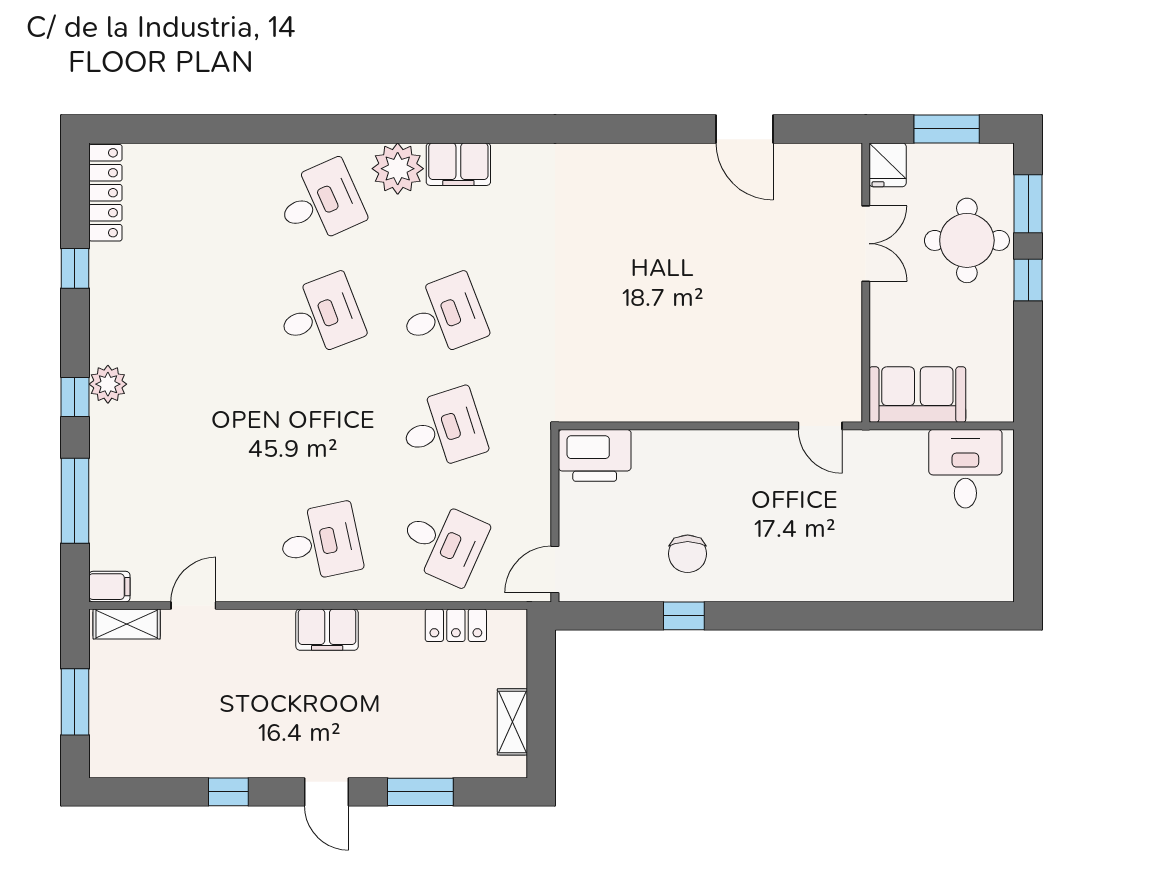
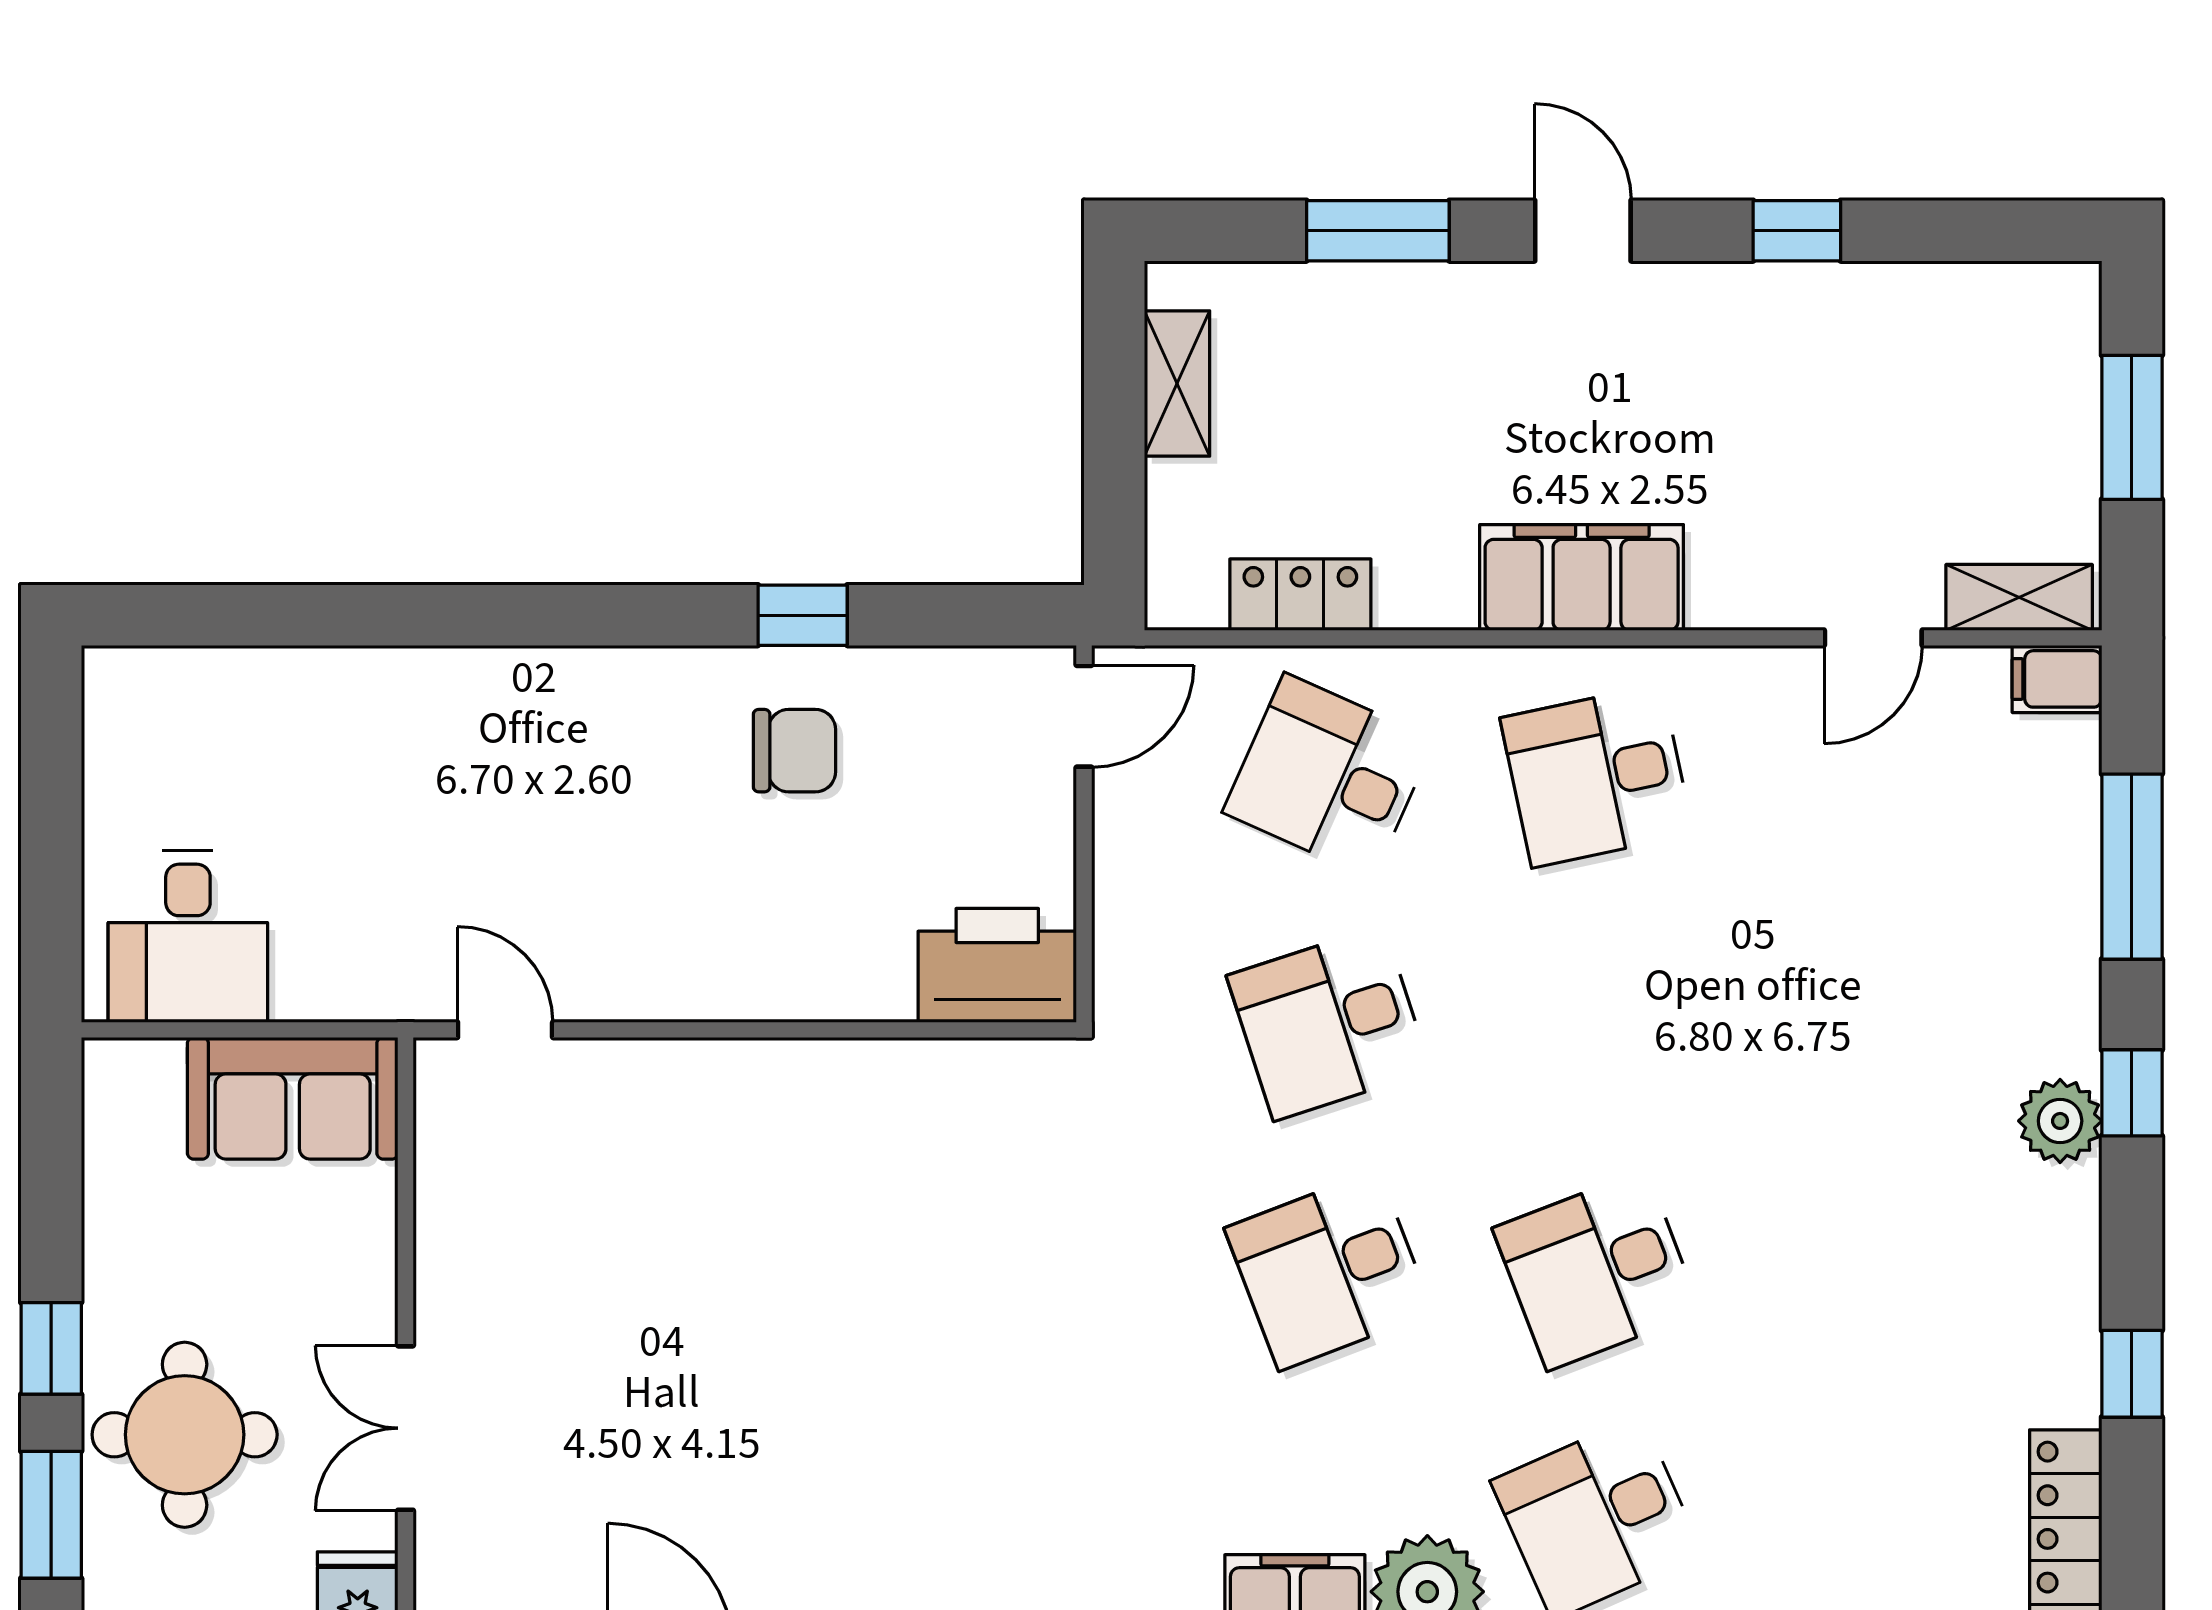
chair: (688, 554) -> (795, 751), turned 90
filing cabinet: (327, 630) -> (1582, 577), width x1.50, depth x1.17

